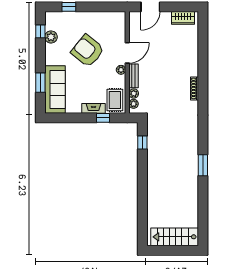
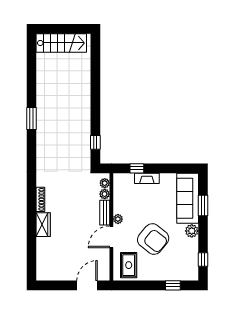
wardrobe: (183, 18) -> (43, 225), moved, turned 90
plant: (51, 37) -> (192, 231), moved
rug: (115, 100) -> (129, 265), moved

